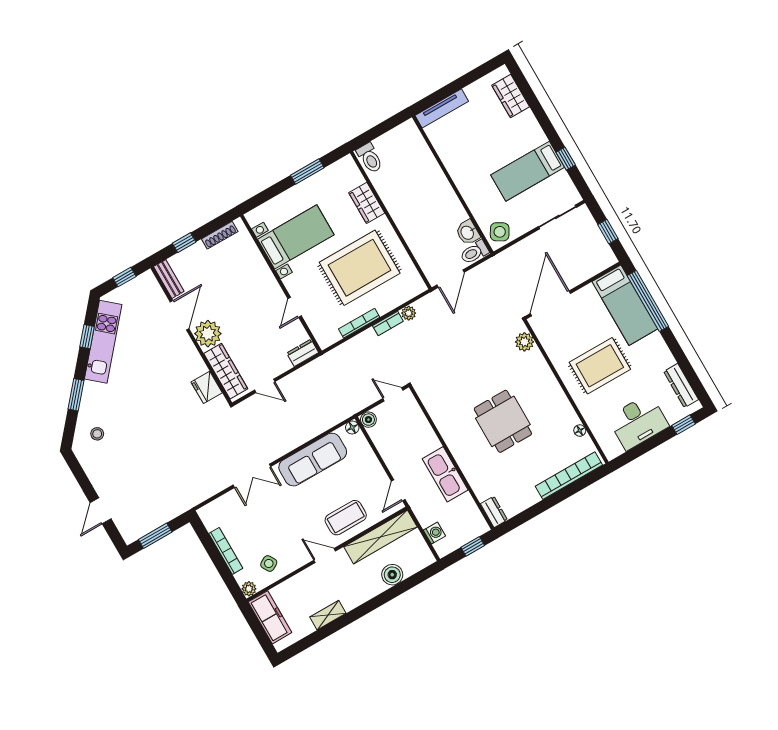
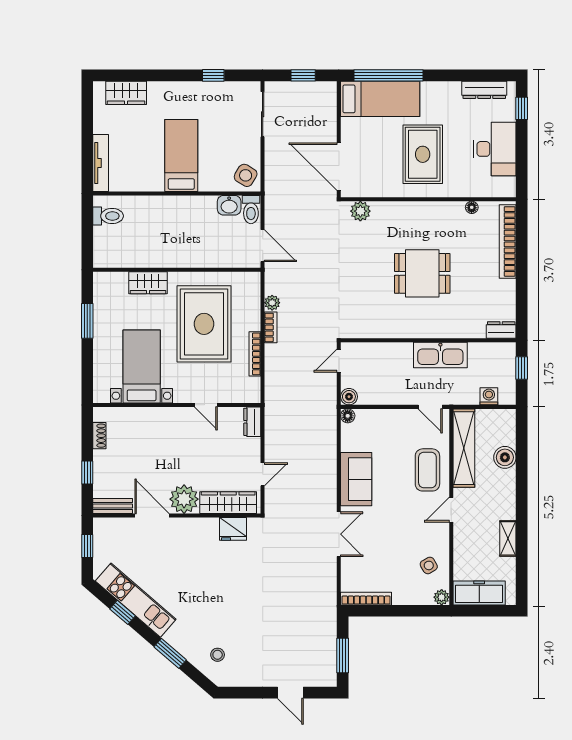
toilet: (370, 158) -> (108, 216), moved
bed: (528, 171) -> (181, 155), moved, turned 180
shoe rack: (220, 235) -> (99, 436), width x0.70
sofa: (313, 460) -> (356, 479), width x0.73
bookcase: (226, 551) -> (366, 599), moved

